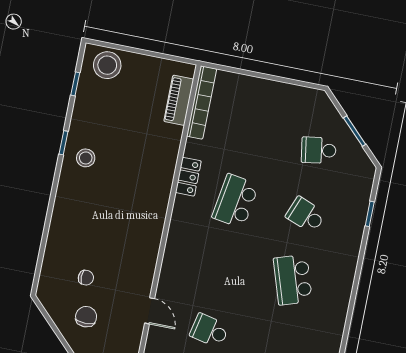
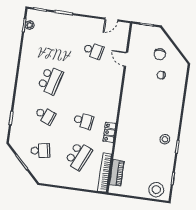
school desk: (248, 136) -> (79, 156), added
school desk: (235, 201) -> (83, 121), width x0.54
school desk: (293, 280) -> (50, 80), turned 33

